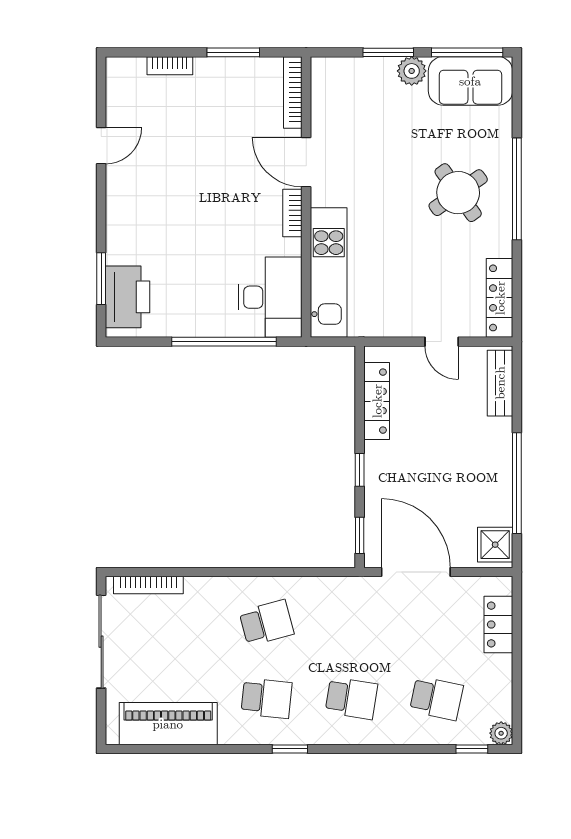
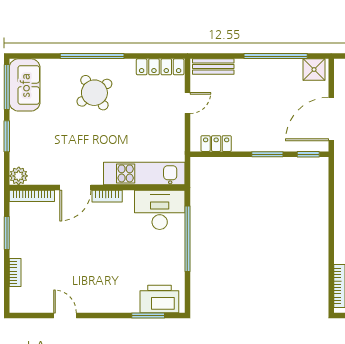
plant: (412, 71) -> (19, 176), moved
locker: (377, 401) -> (216, 144), width x0.66
window: (360, 470) -> (267, 154), width x1.50

